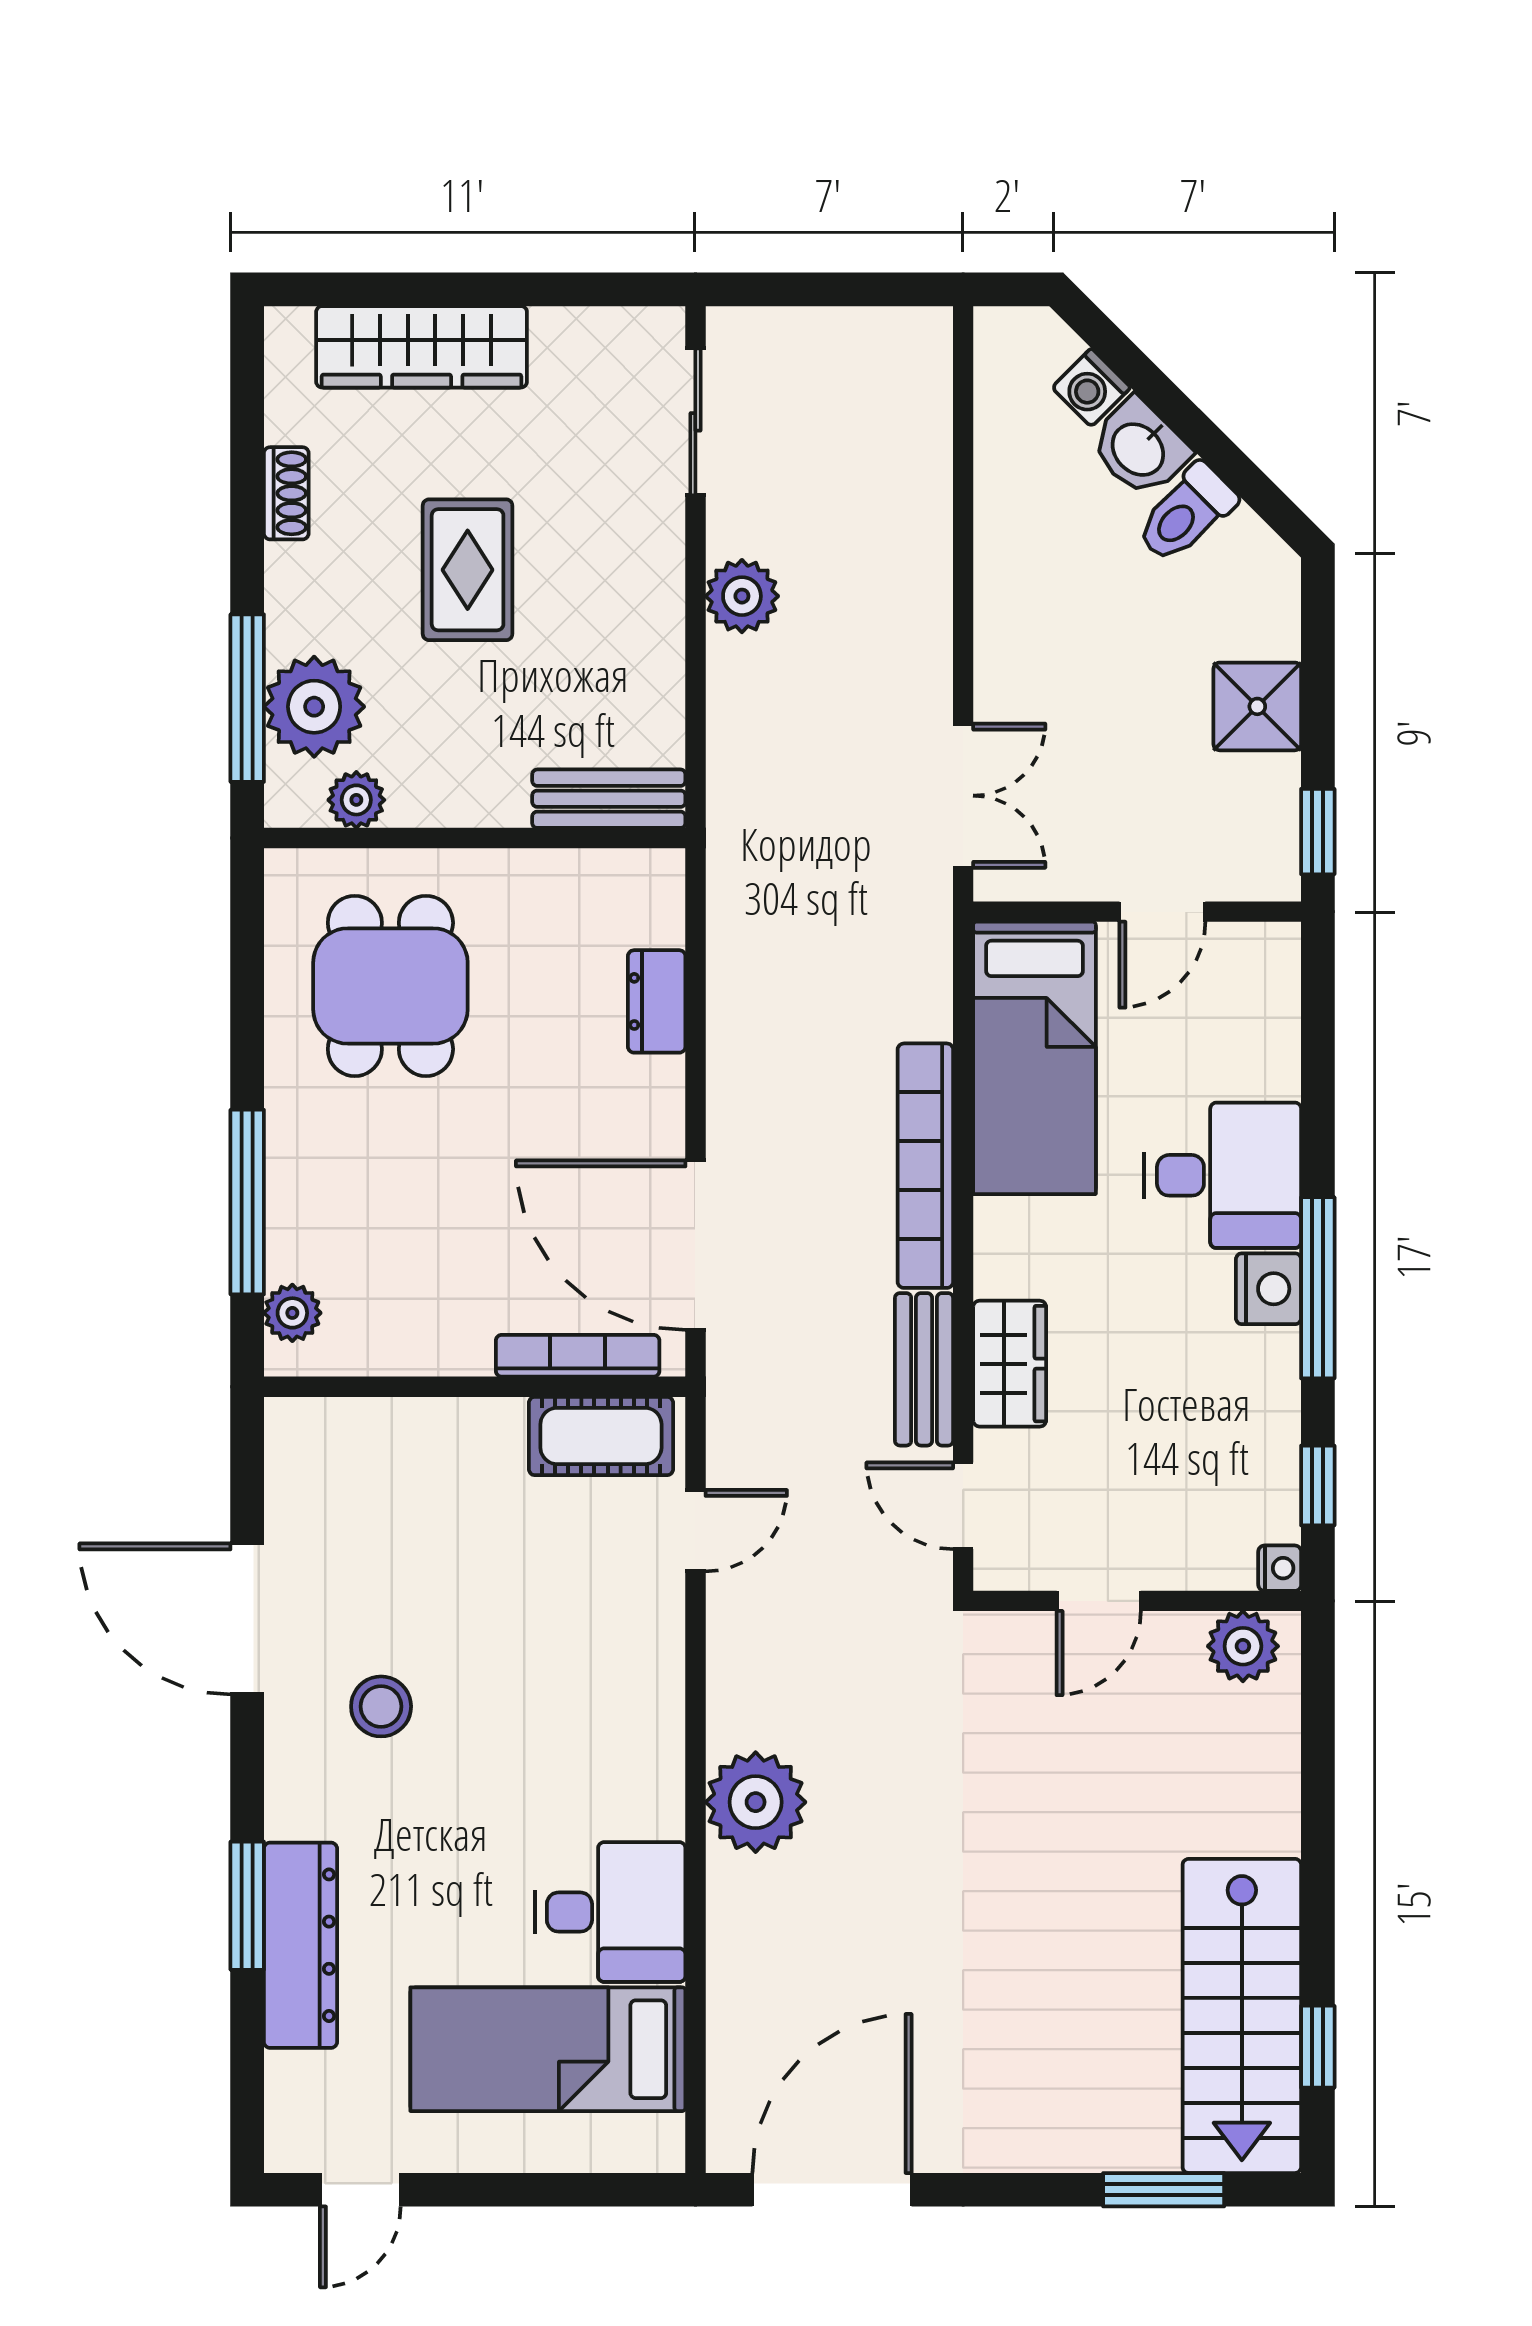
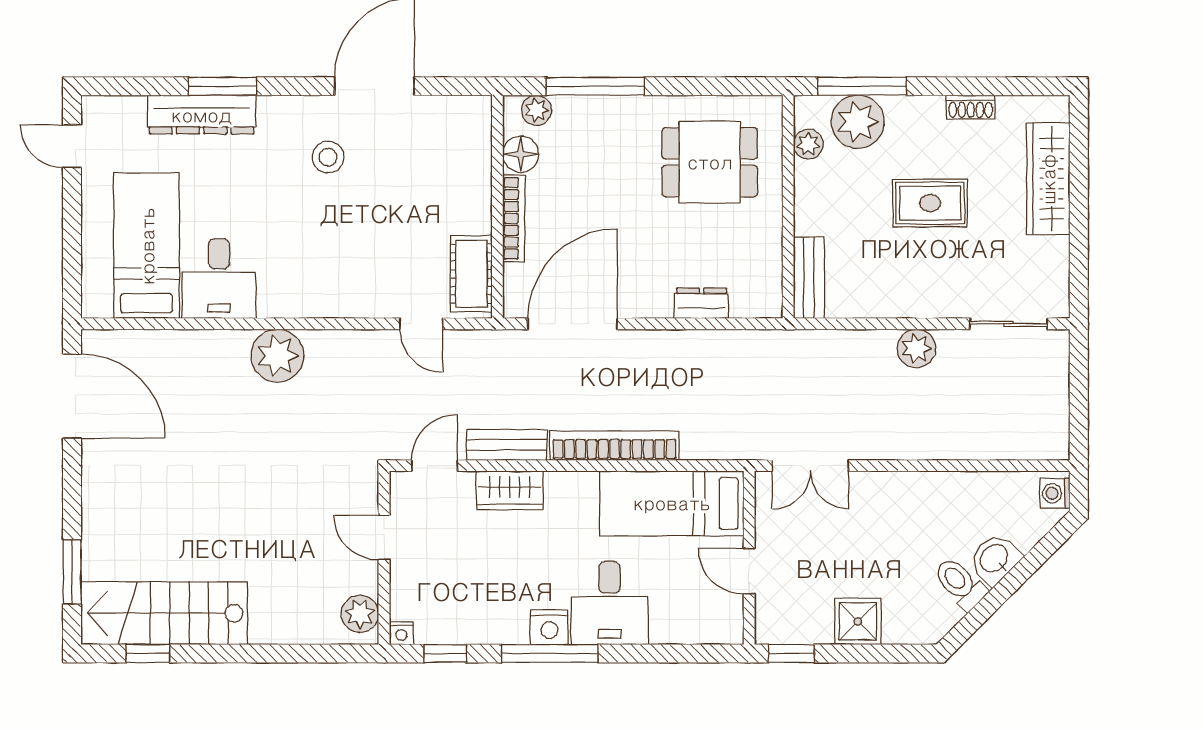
washing machine: (1091, 388) -> (1055, 493), moved, turned -45
floor lamp: (375, 1343) -> (521, 154), added
bookcase: (578, 1356) -> (514, 218), moved

